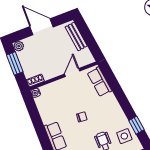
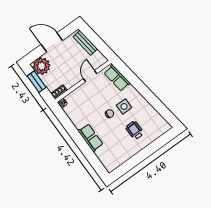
plant: (19, 46) -> (42, 66), width x1.88, depth x1.88
window: (136, 125) -> (161, 108), removed
side table: (124, 136) -> (124, 106), moved

